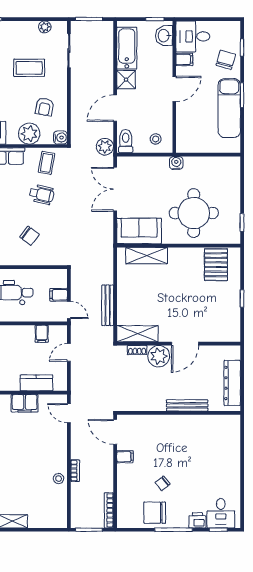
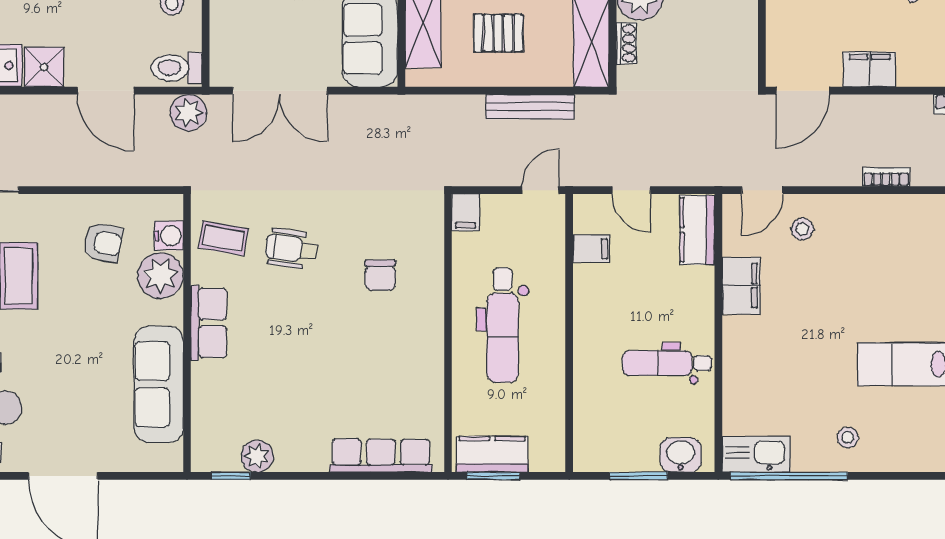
water cooler: (60, 138) -> (169, 236), moved, turned 90
wheelchair: (42, 194) -> (291, 249), turned -95
chair: (29, 236) -> (380, 275), turned 143
pallet: (142, 290) -> (498, 33), added
filing cabinet: (59, 295) -> (466, 212), moved
kitchen counter: (36, 383) -> (697, 230), moved
filing cabinet: (125, 457) -> (869, 69), width x2.00
stool: (59, 479) -> (802, 229), moved

